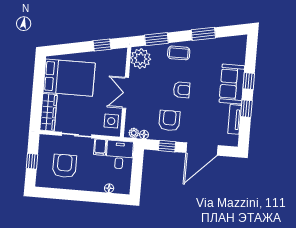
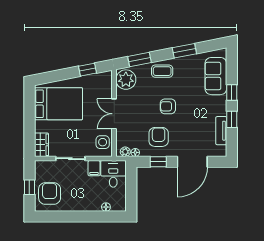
sofa: (232, 84) -> (216, 76), moved
armchair: (182, 90) -> (168, 106), turned 180
wardrobe: (48, 112) -> (41, 145), width x0.67
armchair: (65, 166) -> (50, 193), moved

